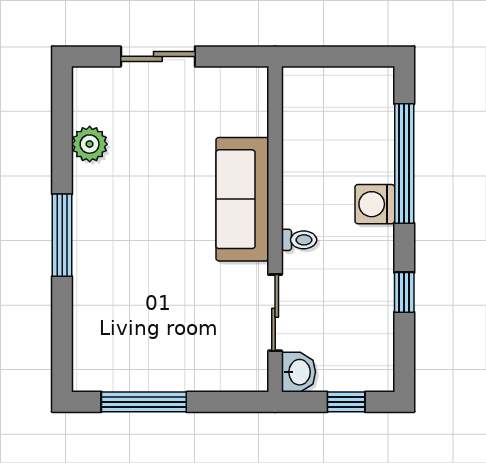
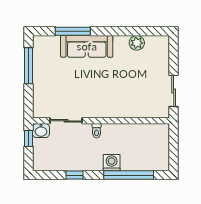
sliding door: (158, 56) -> (174, 91), moved
sofa: (242, 199) -> (87, 46), moved, turned 180
window: (62, 235) -> (73, 31), moved
window: (346, 402) -> (28, 138), moved

